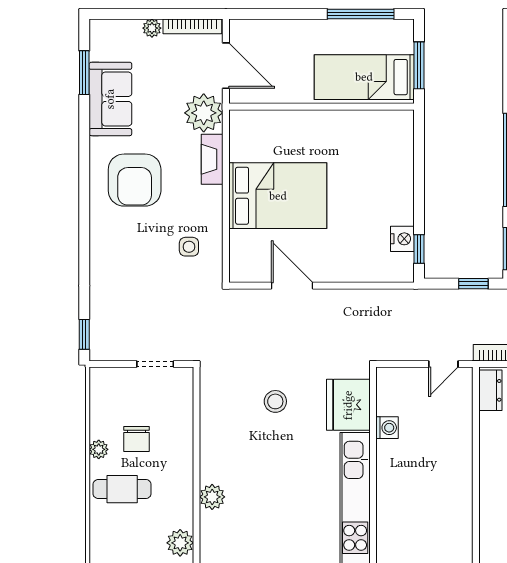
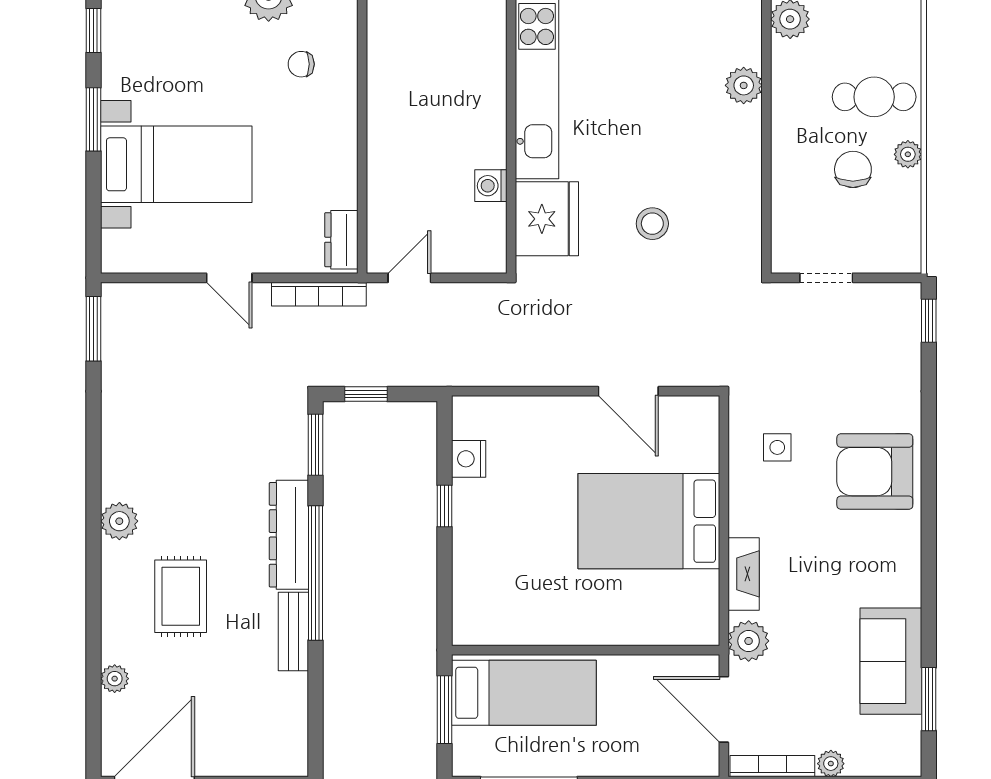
plant: (204, 113) -> (749, 641), width x0.73, depth x0.73
armchair: (135, 180) -> (875, 472), moved, turned -90
window: (419, 249) -> (444, 506), moved

